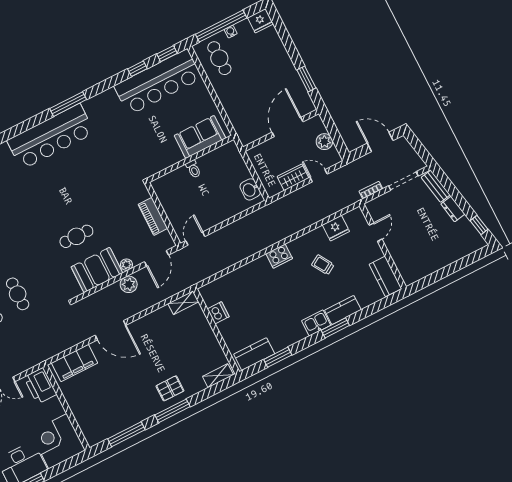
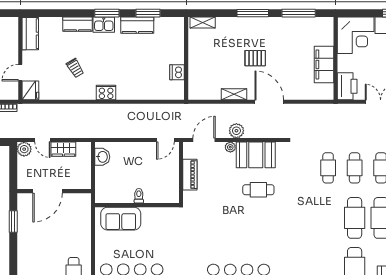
plant: (324, 142) -> (24, 149), moved
fridge: (336, 228) -> (30, 90), moved, turned 90
shelving: (183, 303) -> (234, 94), moved
window: (335, 328) -> (107, 13), moved
kitchen counter: (254, 354) -> (137, 25), moved
filing cabinet: (75, 363) -> (324, 64), moved, turned -90
pallet: (170, 388) -> (255, 58), moved

